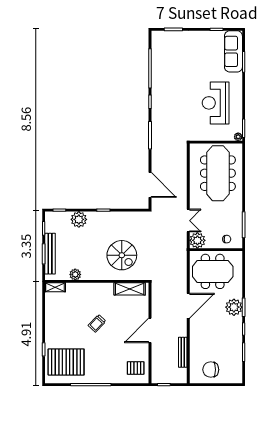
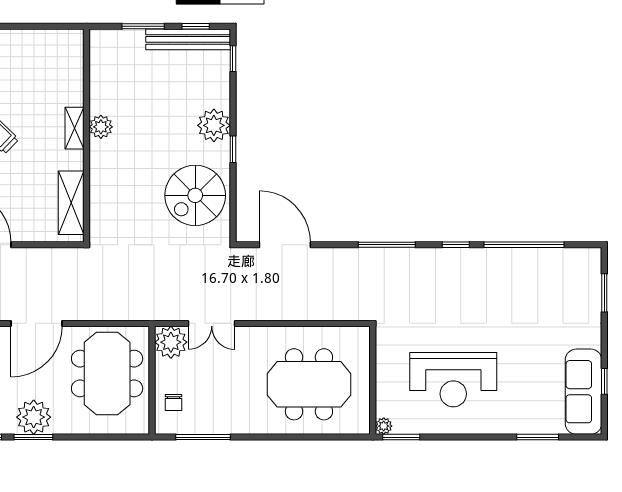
sofa: (233, 51) -> (583, 392), moved, turned -90
reception desk: (216, 103) -> (453, 380), turned 180
meeting table: (218, 173) -> (309, 384), width x0.73
door: (150, 185) -> (285, 245), swing flipped
plant: (79, 219) -> (214, 125), moved
bench: (50, 254) -> (188, 39), moved
spiral stairs: (122, 255) -> (195, 195), moved
plant: (75, 274) -> (101, 127), moved
shelving: (55, 287) -> (74, 128), moved
door: (188, 306) -> (37, 323), hinge flipped

